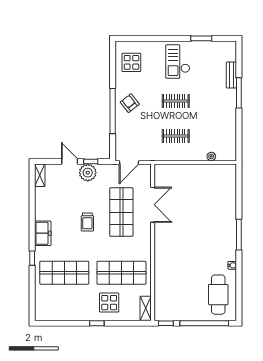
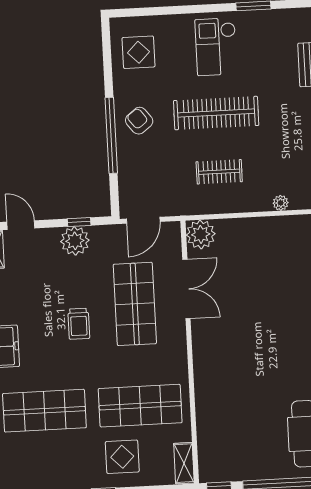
clothes rail: (176, 101) -> (216, 113), width x1.86, depth x1.31
door: (70, 162) -> (21, 225), moved
plant: (163, 173) -> (201, 234), added

